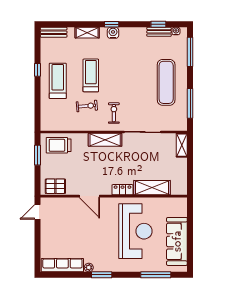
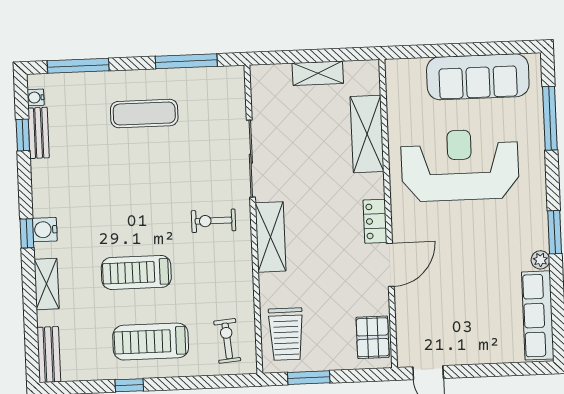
exercise mat: (166, 82) -> (144, 114), width x0.73, depth x0.69
exercise bike: (87, 106) -> (227, 341), moved
shelving: (182, 145) -> (318, 73), moved
locker: (122, 190) -> (375, 221), moved

